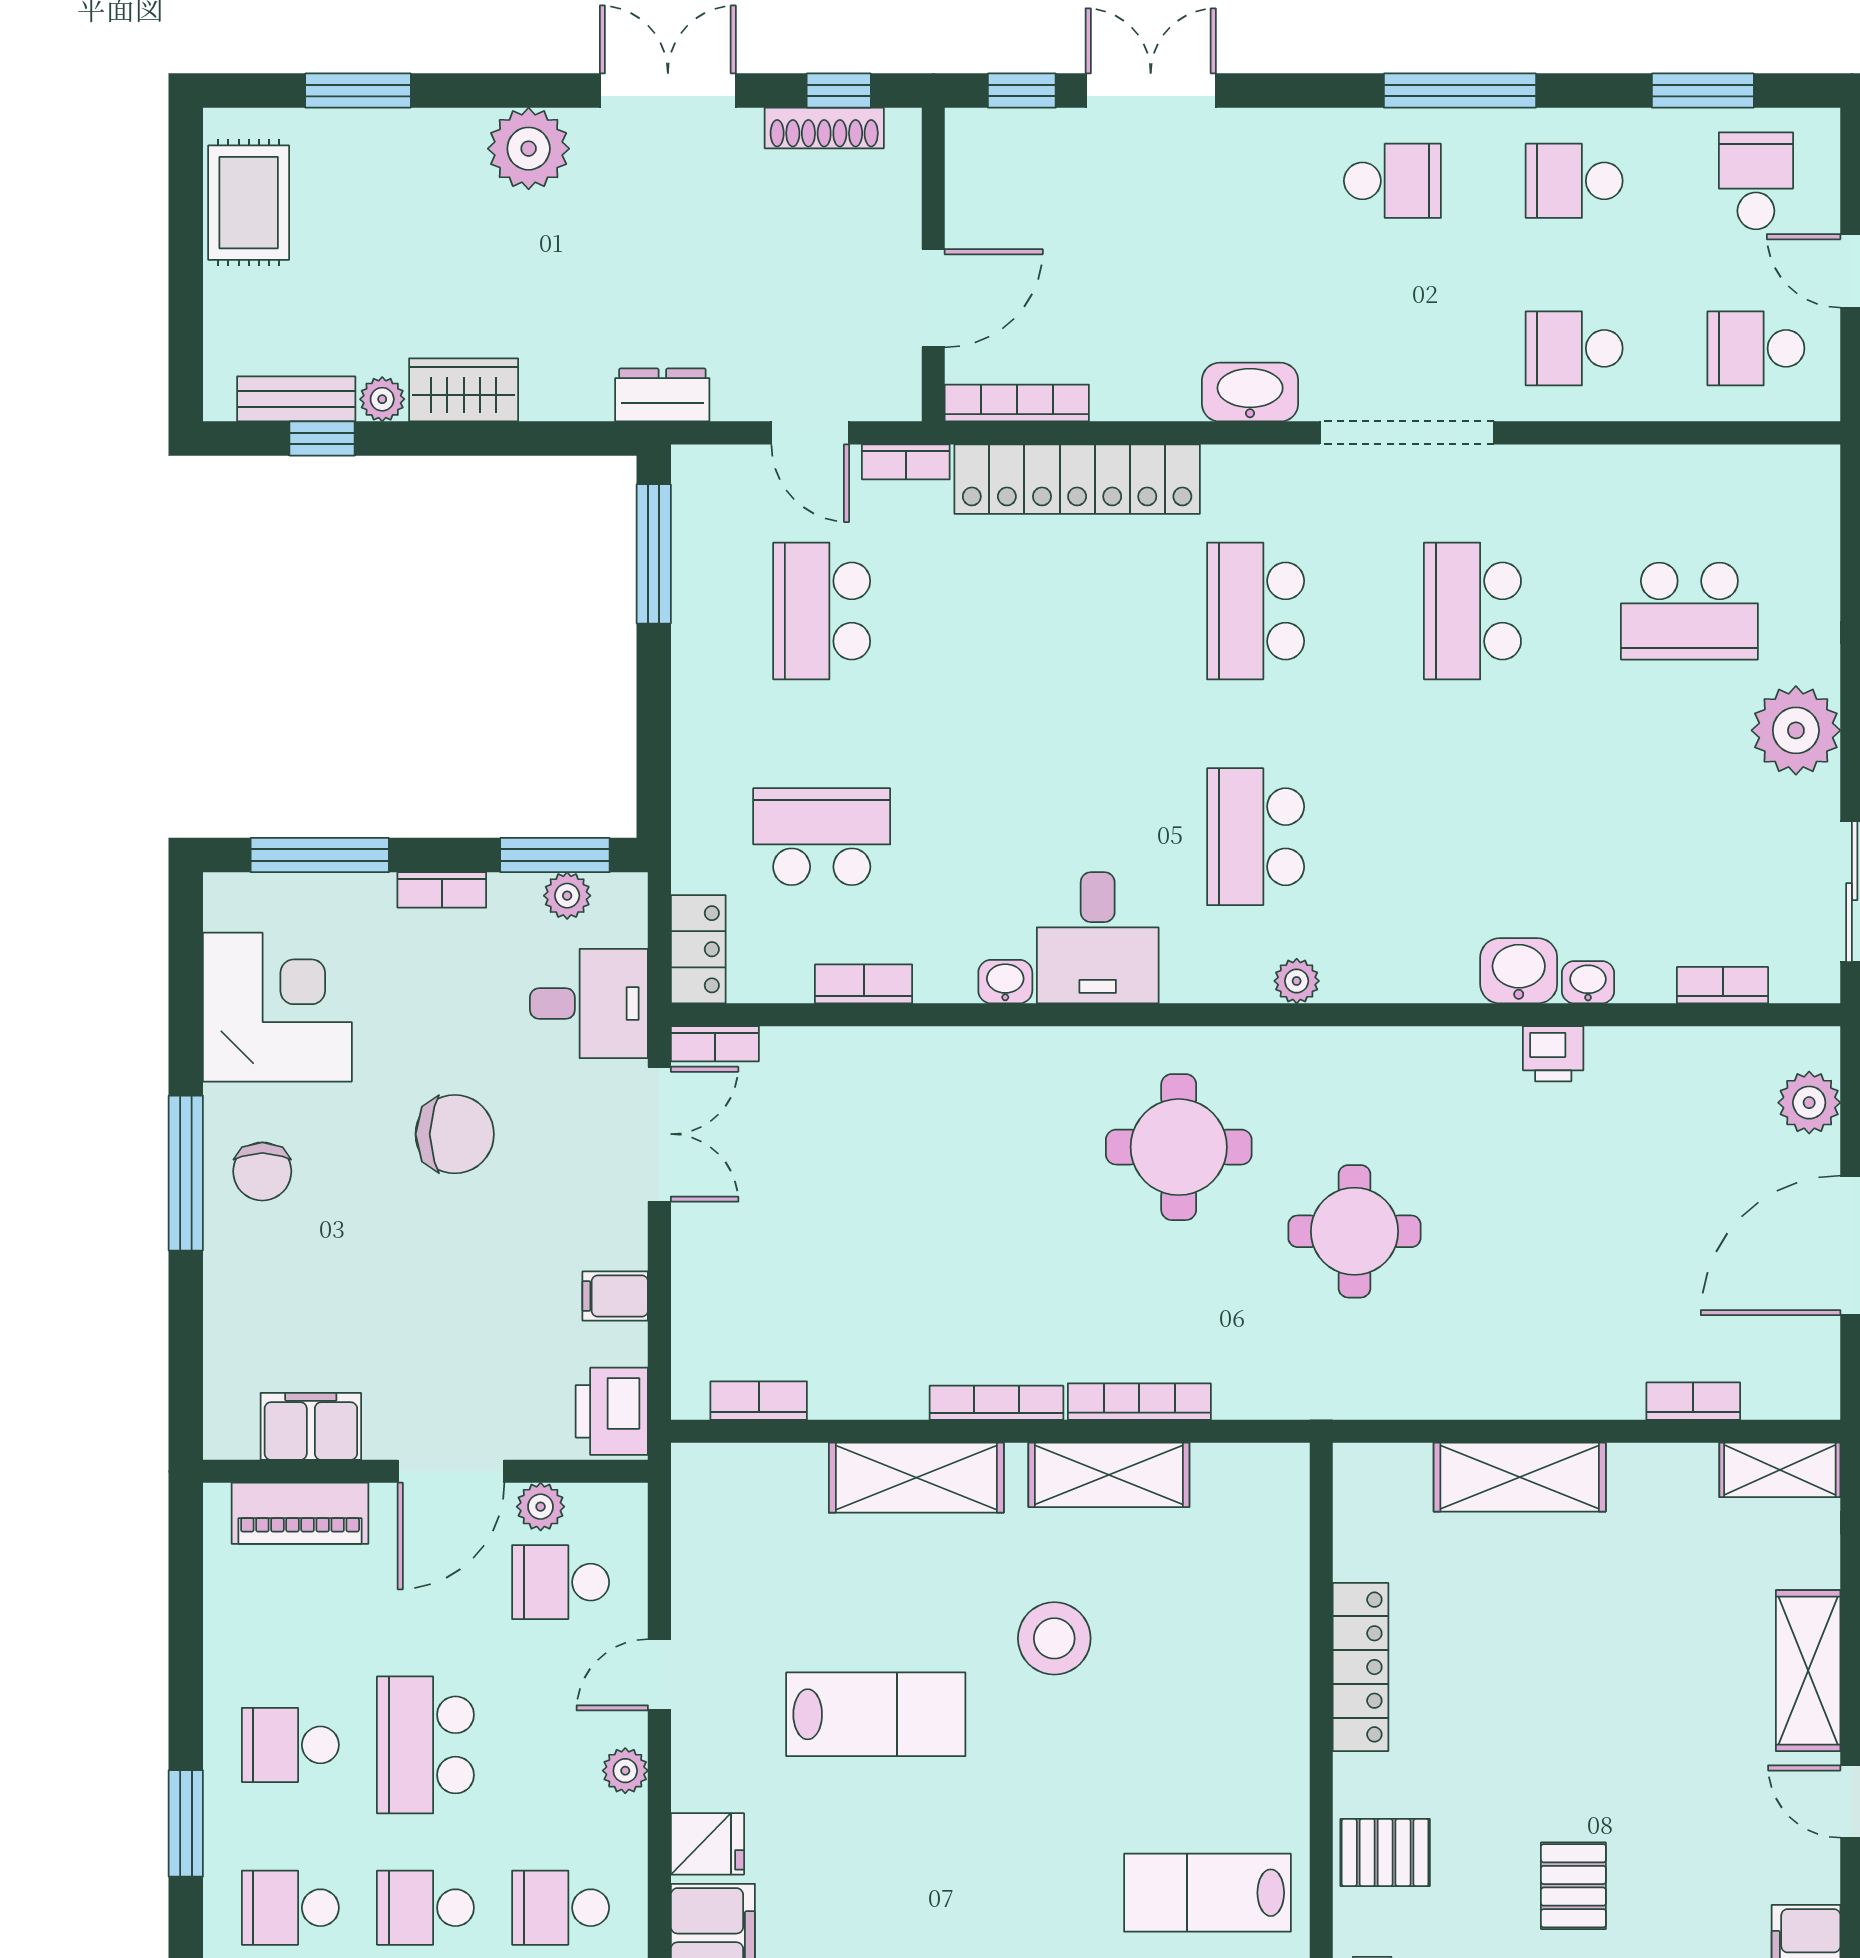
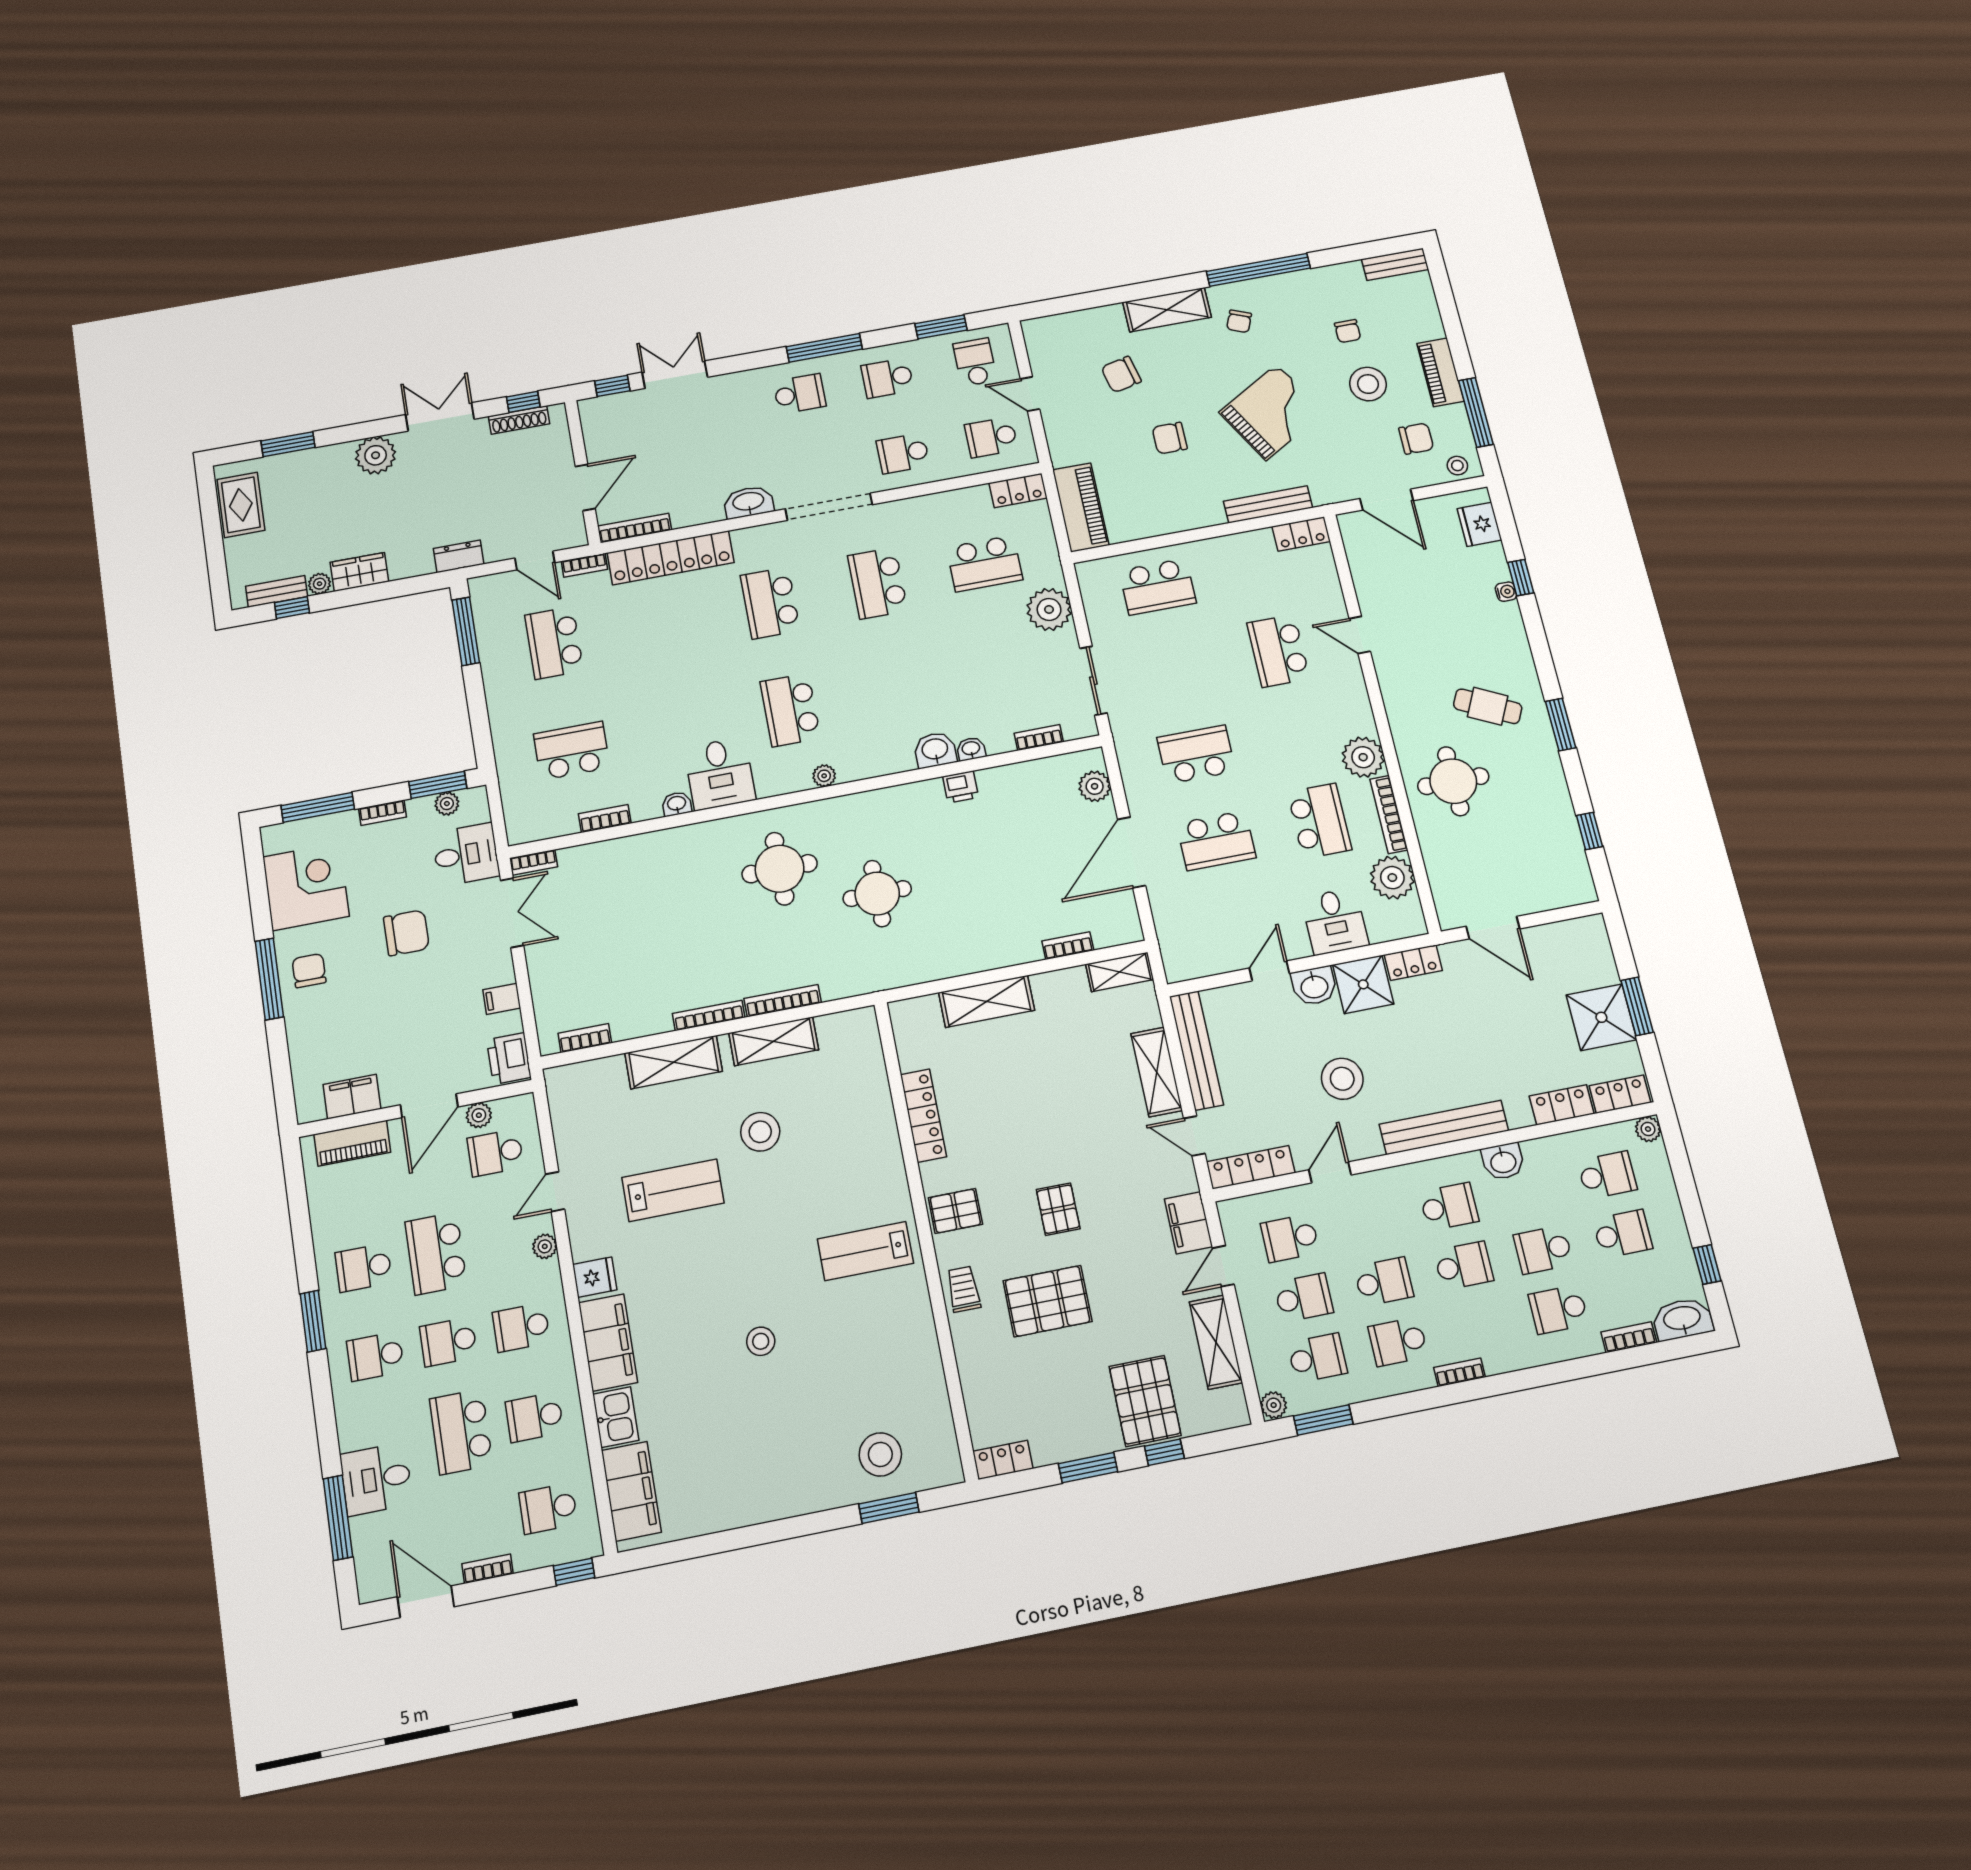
locker: (698, 949) -> (1018, 491), moved, turned 90
chair: (262, 1171) -> (309, 971), turned 180

